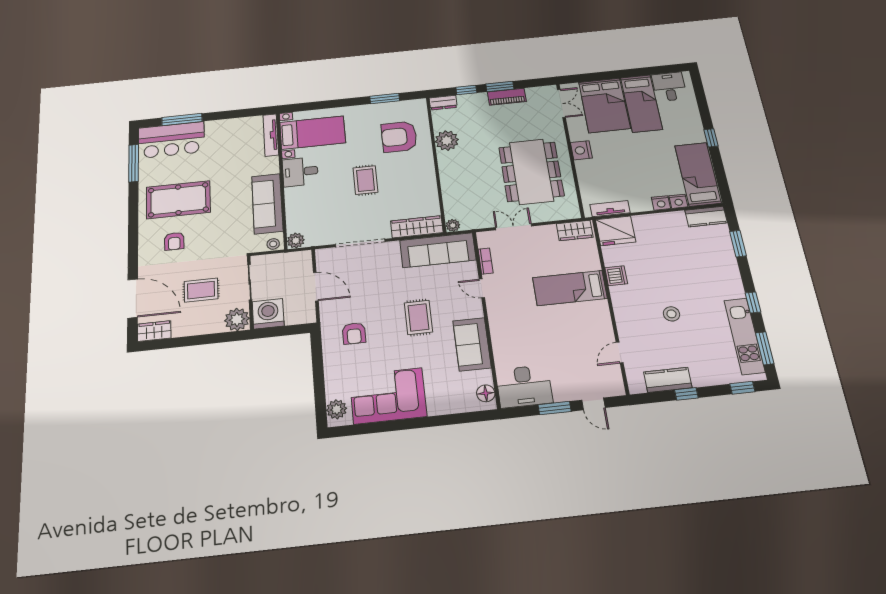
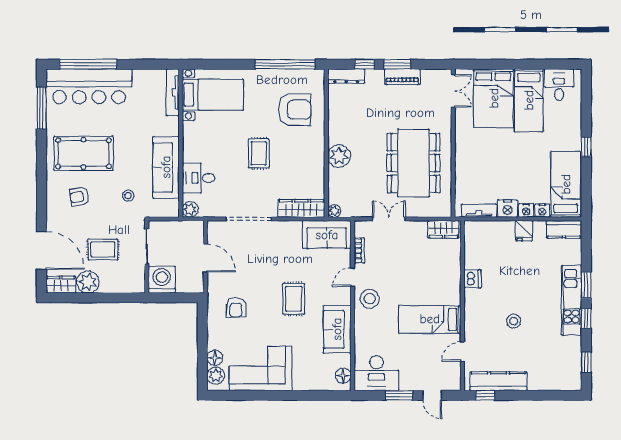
window: (385, 98) -> (285, 64), width x2.11
dresser: (443, 103) -> (346, 76), width x1.44
window: (182, 120) -> (88, 64), width x1.46
armchair: (399, 137) -> (295, 110), turned 180
bar counter: (171, 140) -> (89, 86), width x1.36
plant: (447, 141) -> (339, 156), moved
nightstand: (581, 150) -> (508, 209), moved, turned -90
desk: (300, 172) -> (199, 178), moved
fridge: (616, 231) -> (524, 231), moved, width x0.53, depth x0.75
armchair: (174, 241) -> (79, 197), turned 81
stool: (273, 244) -> (128, 196), moved
window: (738, 244) -> (586, 285), moved
sofa: (438, 250) -> (327, 235), width x0.73
door: (482, 288) -> (353, 277), hinge flipped
bed: (570, 288) -> (430, 319), moved
stool: (504, 308) -> (370, 299), added
plant: (237, 319) -> (88, 282), moved
kitchen unit: (744, 336) -> (572, 300), moved
window: (765, 348) -> (586, 362), width x0.67
kitchen counter: (668, 380) -> (498, 381), width x1.50
window: (742, 388) -> (559, 395), removed
floor lamp: (334, 390) -> (215, 358), added
window: (686, 394) -> (485, 395), moved

